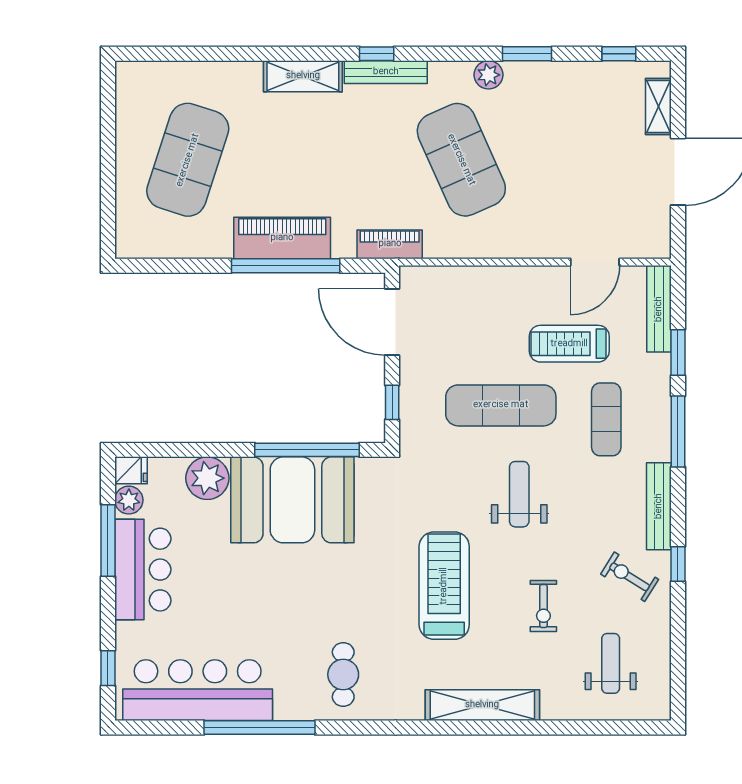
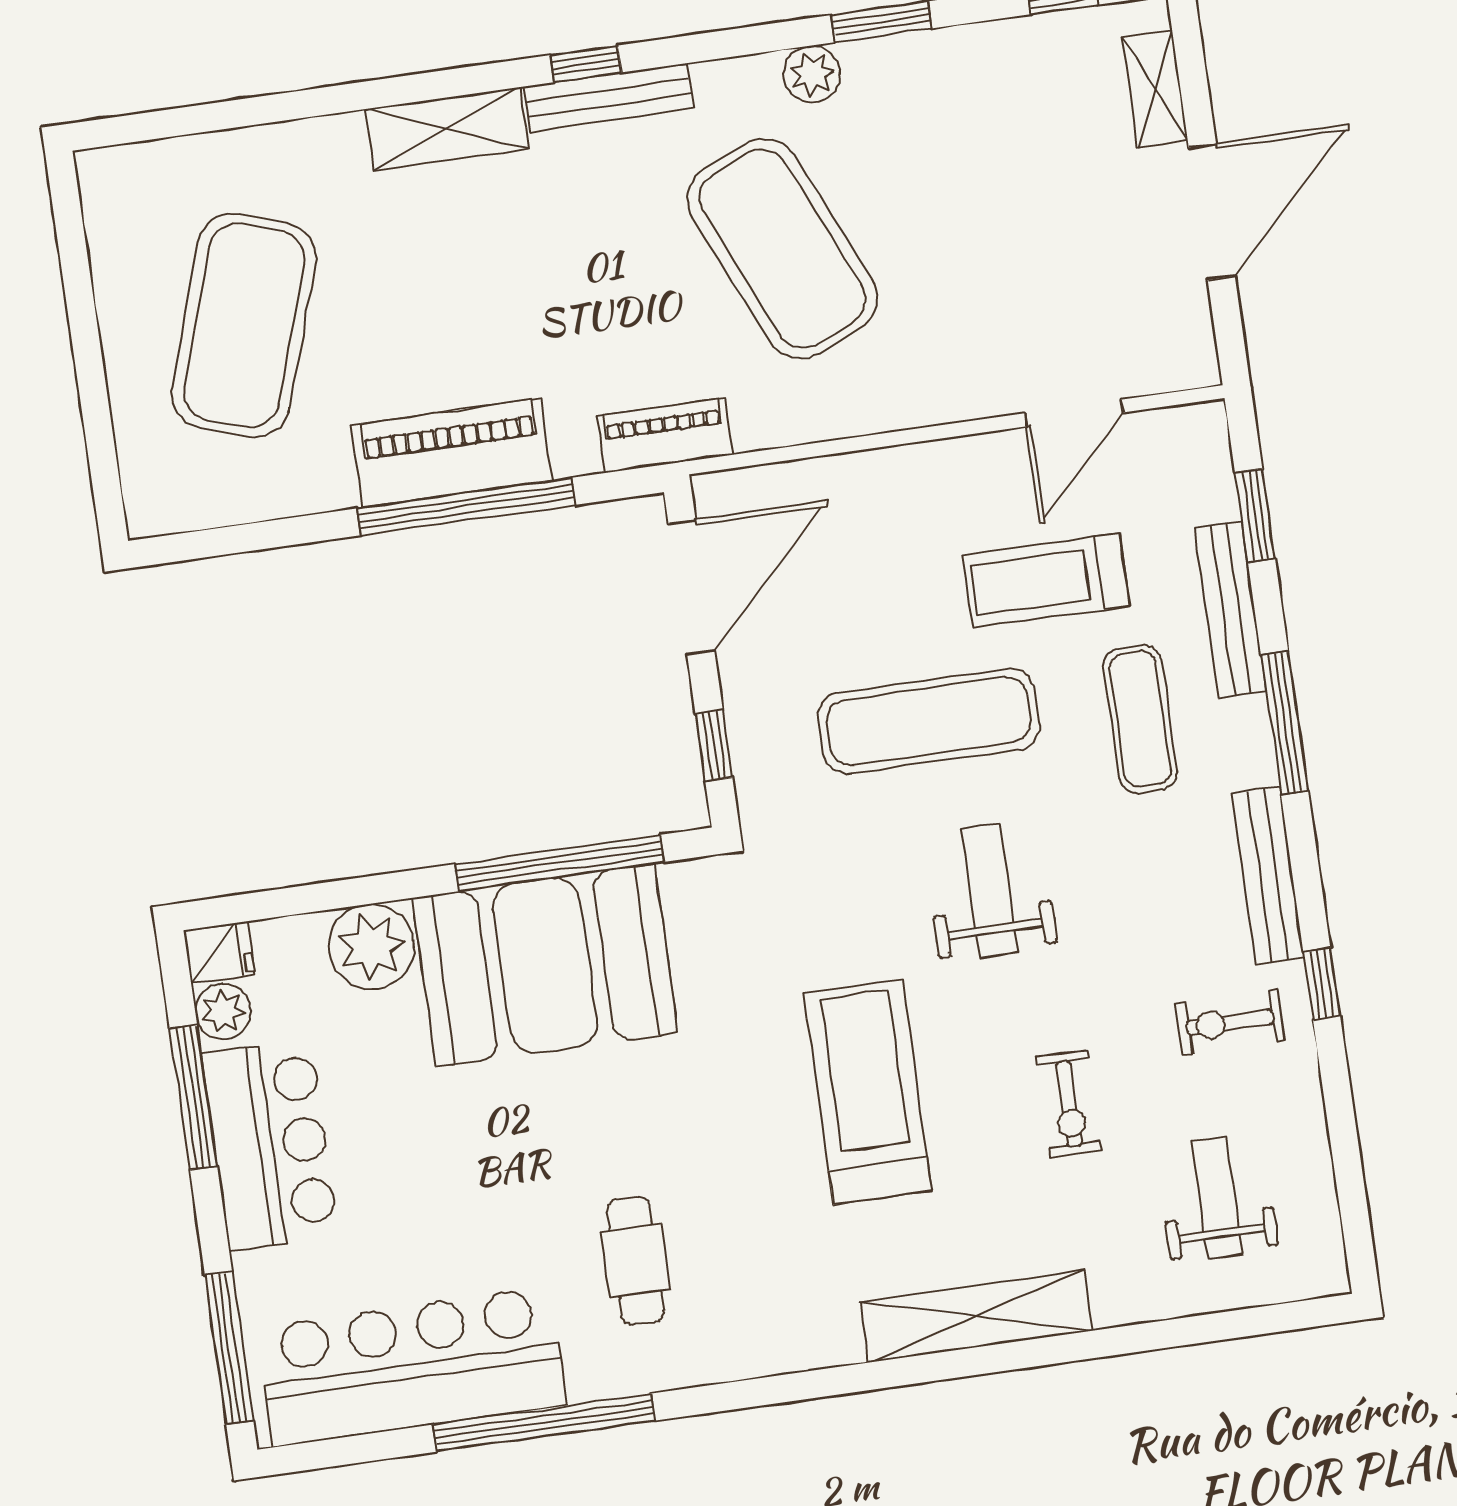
bench: (659, 309) -> (1230, 610), moved
door: (392, 322) -> (691, 587), swing flipped
window: (678, 352) -> (1255, 516), moved
exercise bike: (630, 577) -> (1230, 1022), turned -32
window: (108, 668) -> (229, 1348), width x2.17
cafe table: (343, 674) -> (636, 1261), moved

